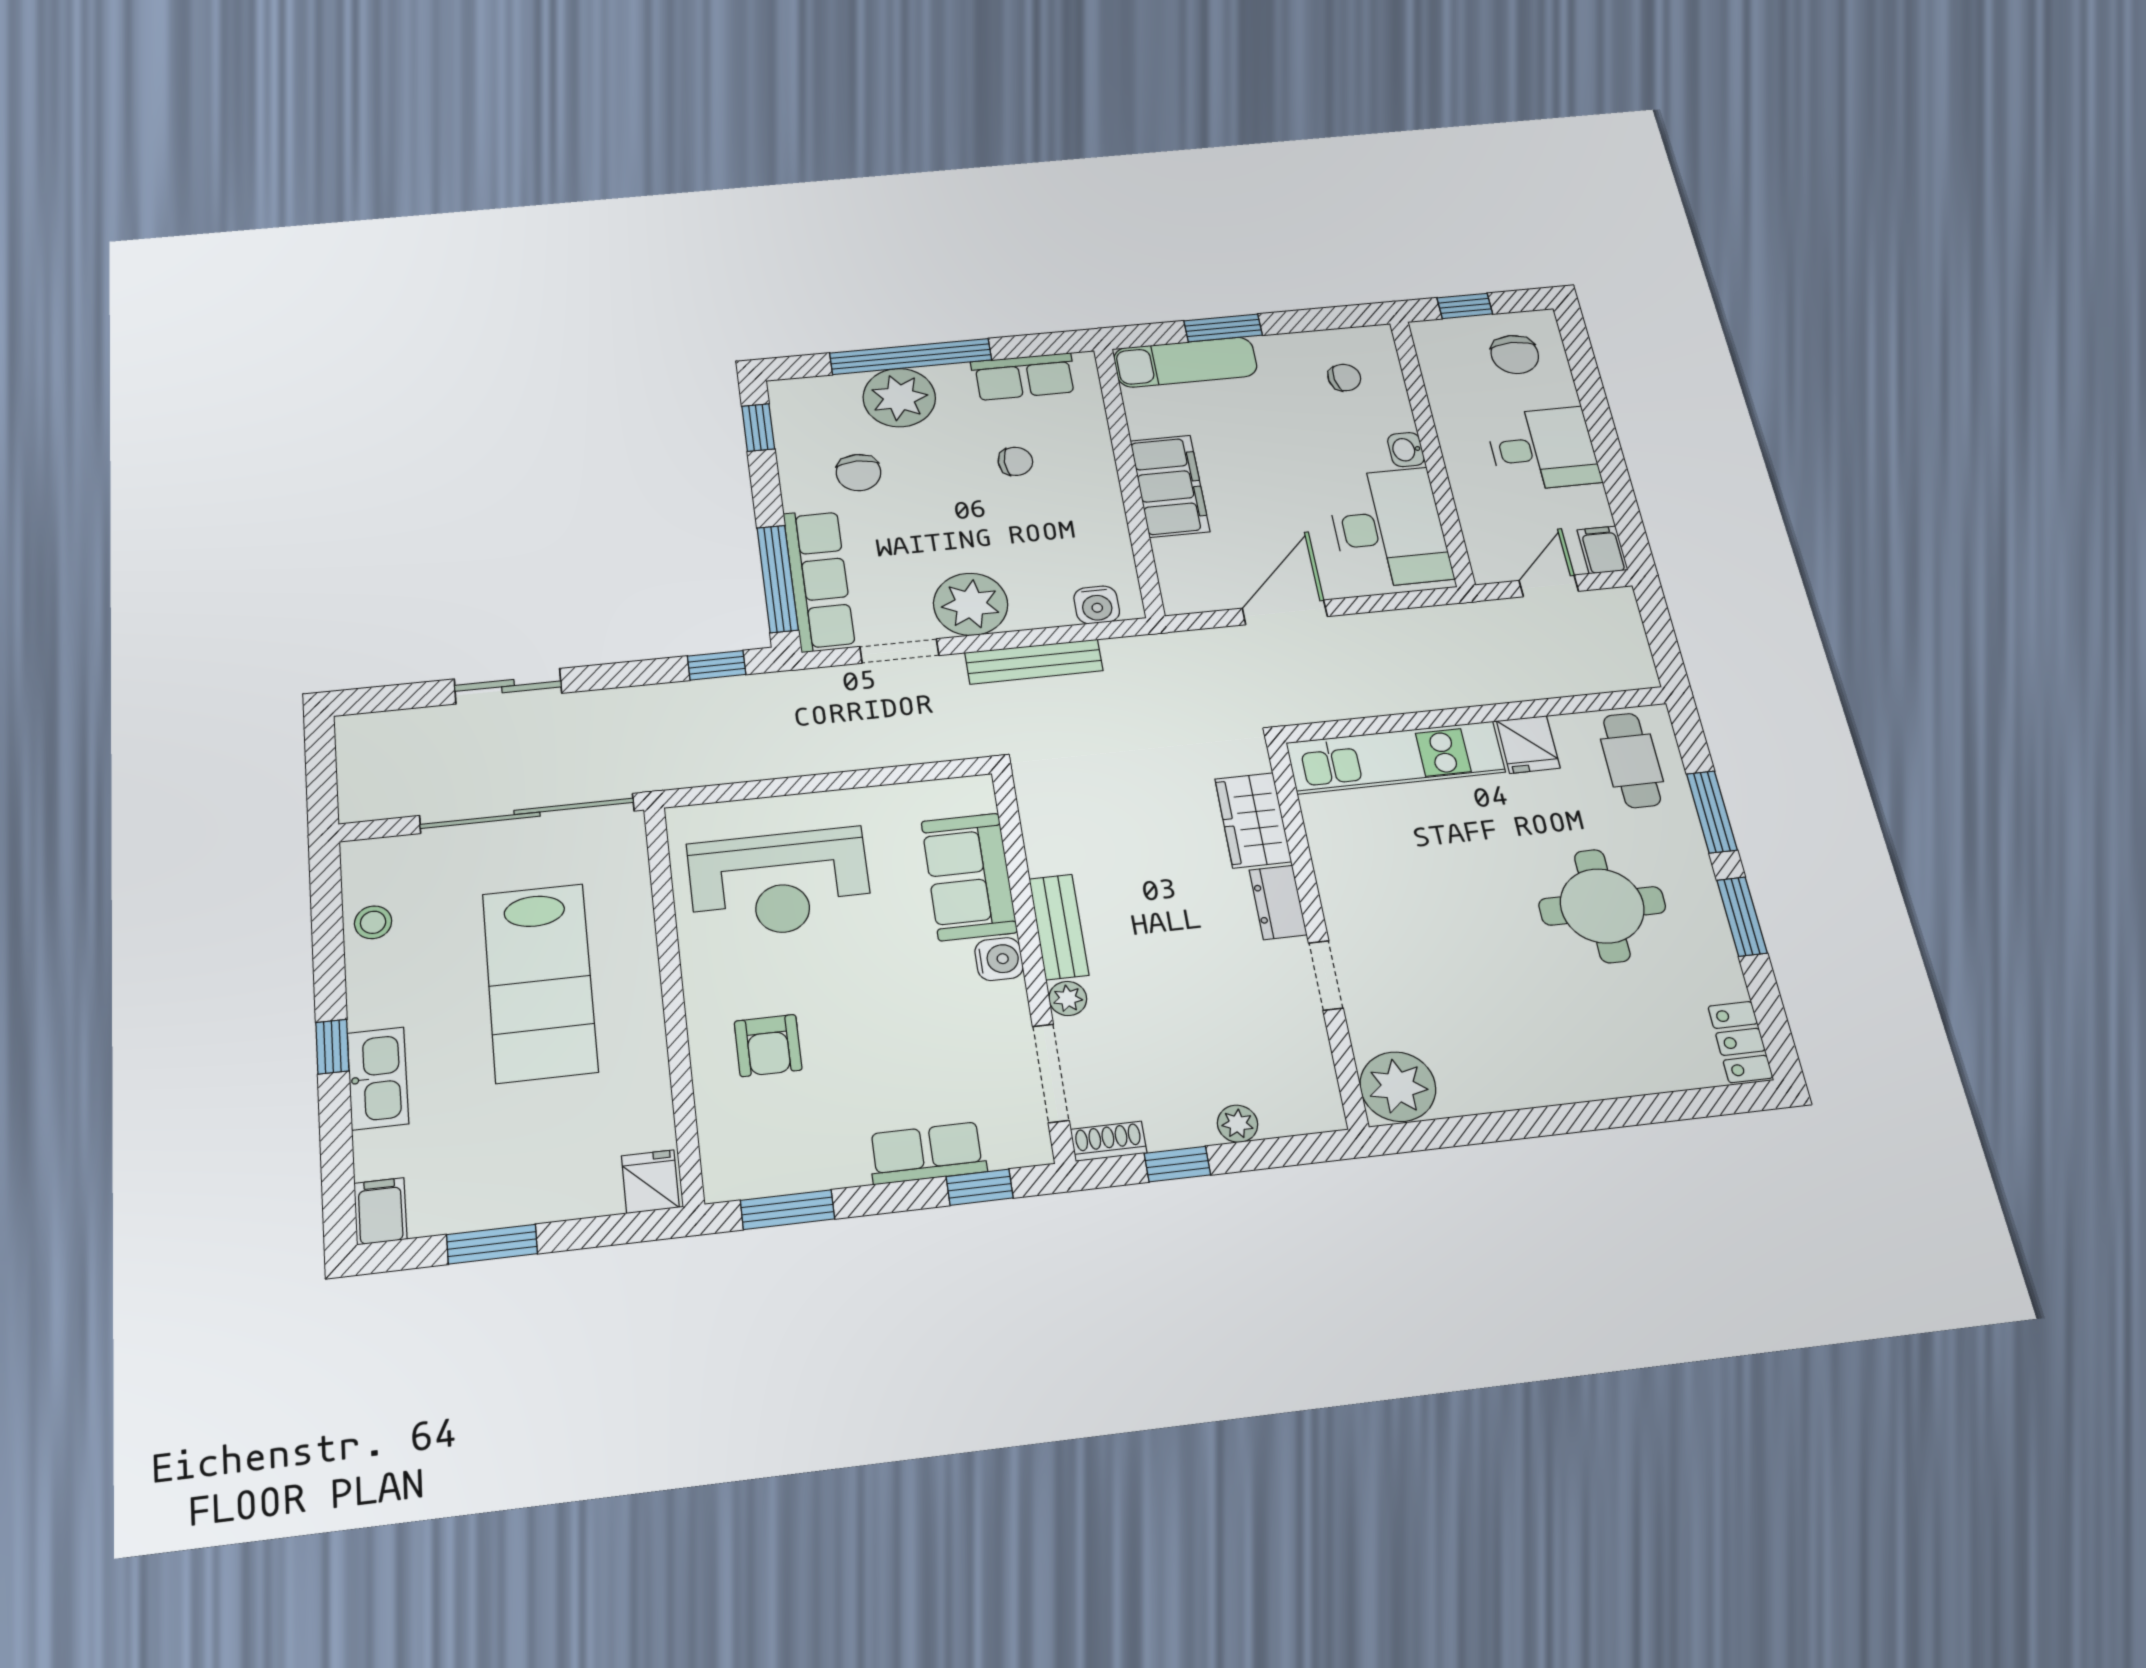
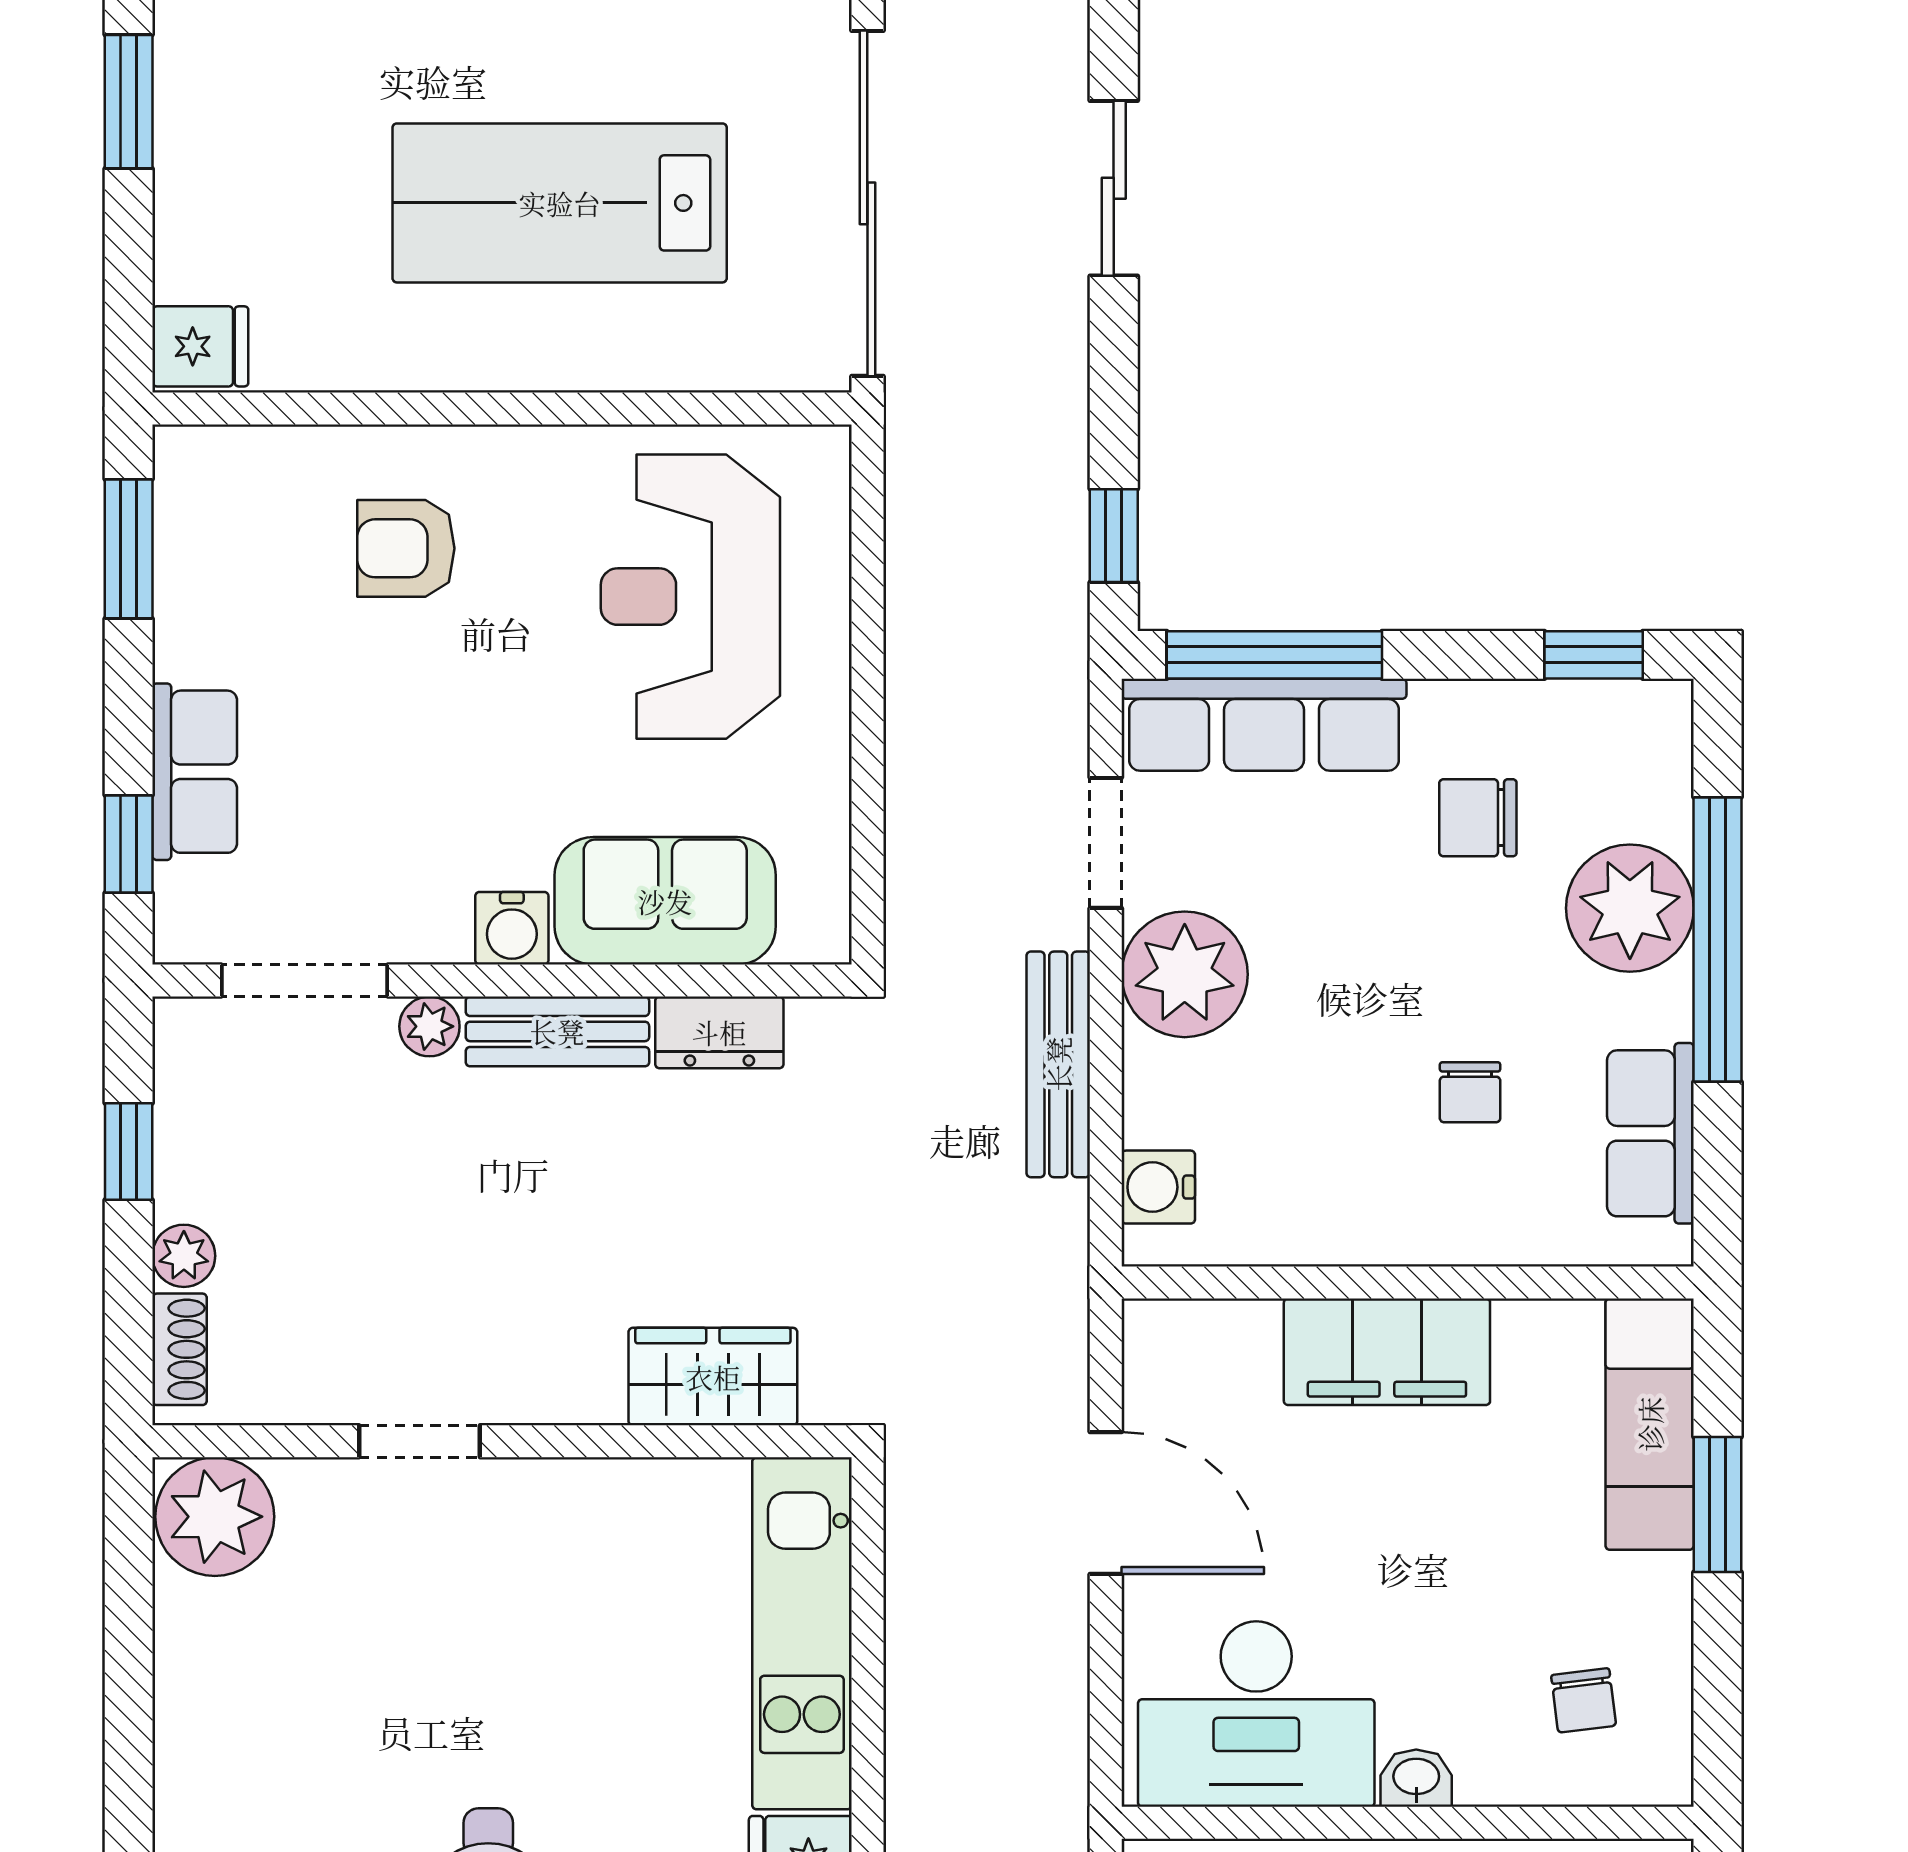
dresser: (1278, 902) -> (719, 1032), moved, turned 180
shoe rack: (1109, 1141) -> (180, 1349), moved

